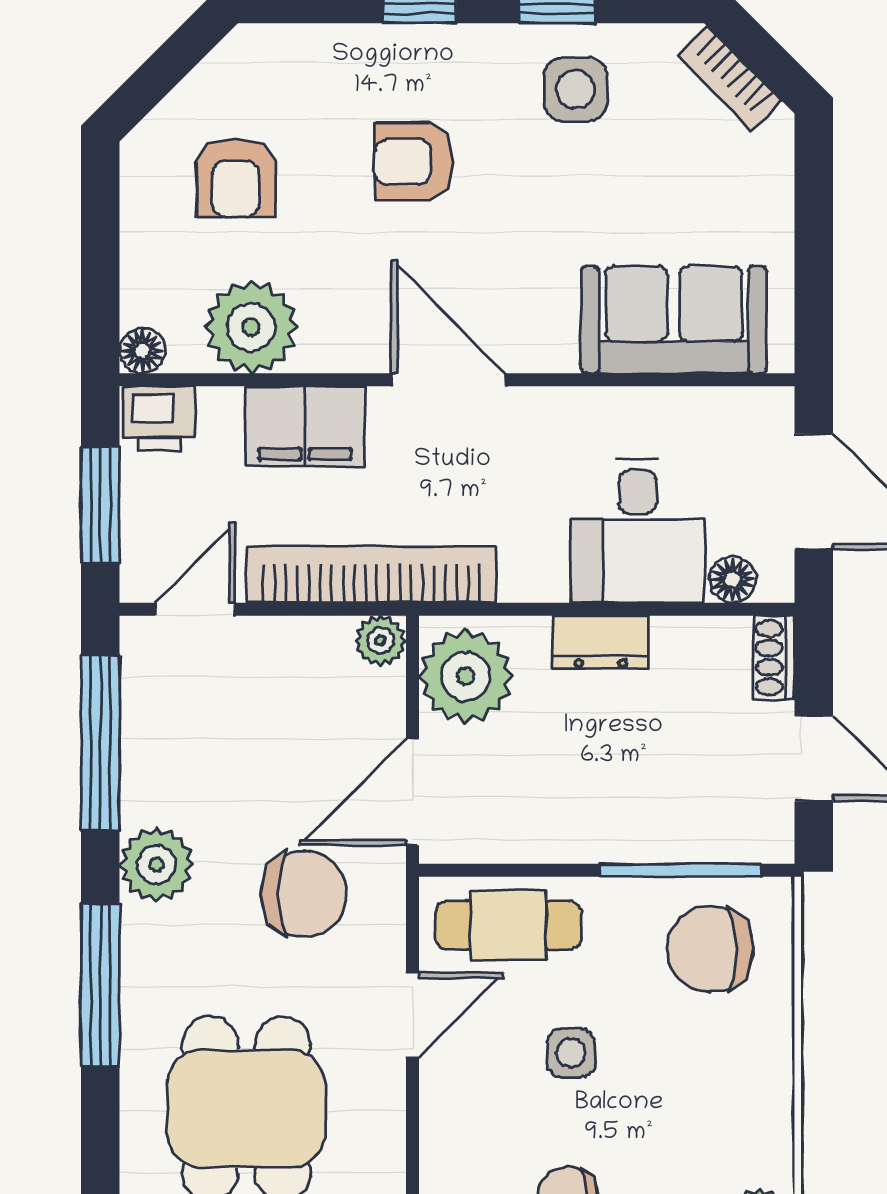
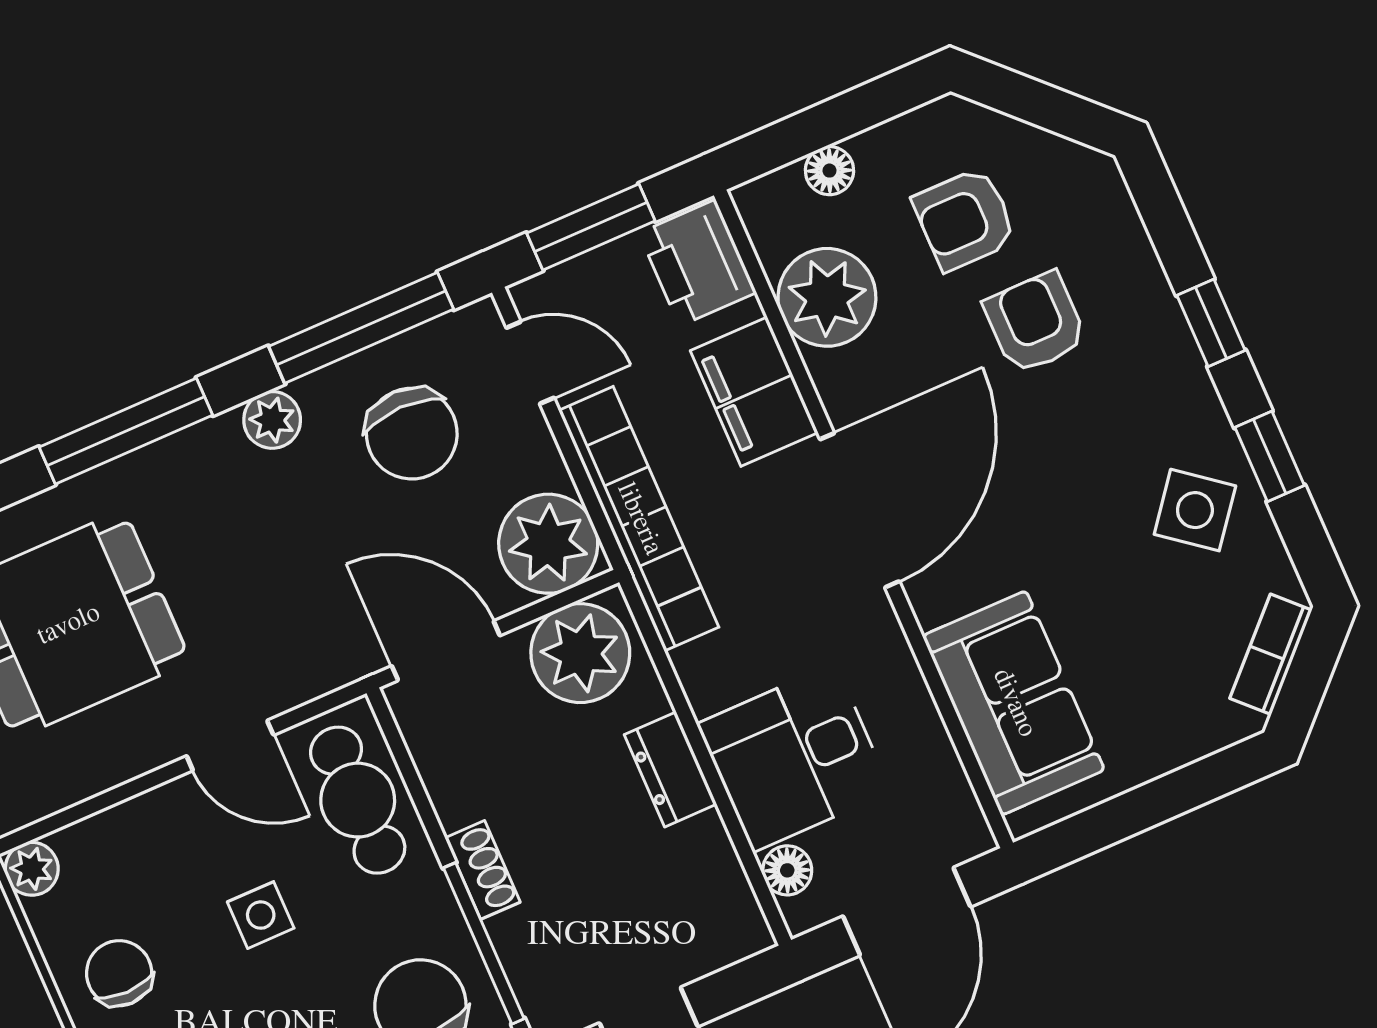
side table: (576, 89) -> (1195, 510), turned 38
armchair: (414, 162) -> (1035, 323), moved
floor lamp: (142, 351) -> (829, 171), moved
door: (448, 380) -> (860, 510), width x1.36
printer: (159, 418) -> (698, 263), width x1.36, depth x1.24
plant: (381, 641) -> (548, 544), width x1.88, depth x1.88
shoe rack: (774, 658) -> (483, 870), moved, turned 90
plant: (156, 865) -> (272, 420), width x0.73, depth x0.73
chair: (304, 894) -> (412, 434), moved

